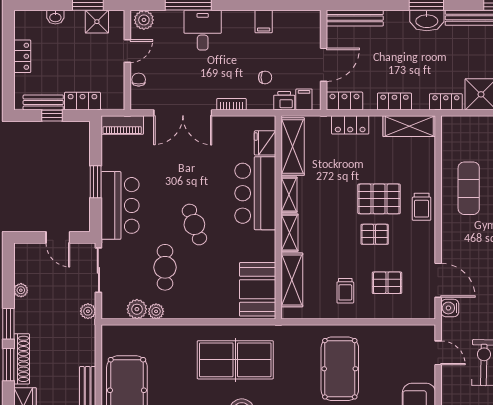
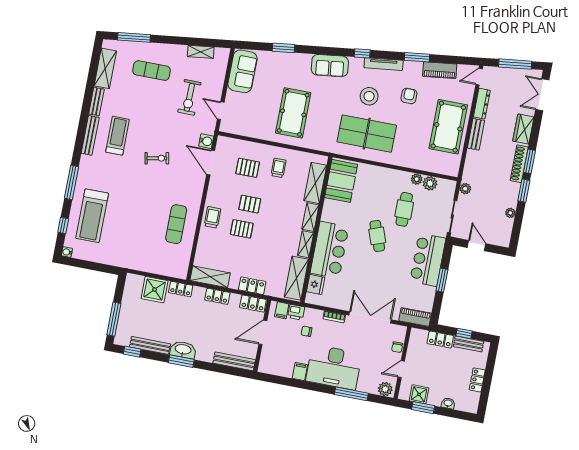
desk: (203, 30) -> (334, 367), width x1.87, depth x1.30
pallet: (379, 199) -> (242, 229), width x0.67, depth x0.71

